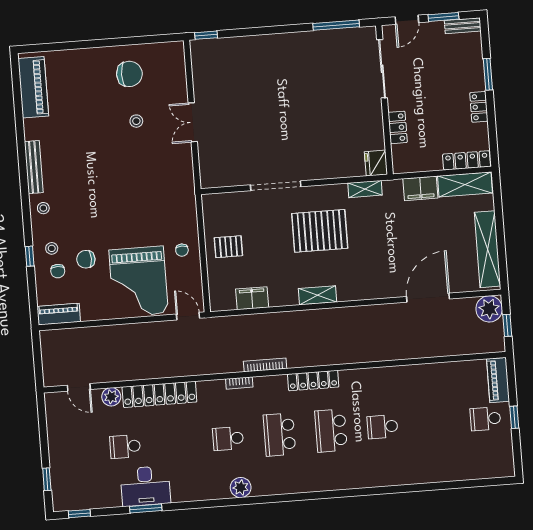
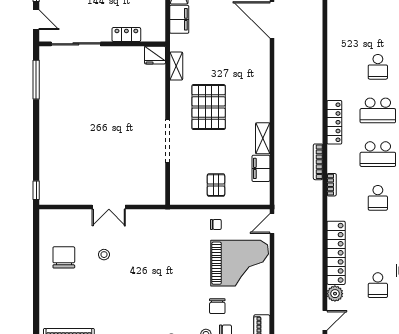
shelving: (317, 295) -> (263, 138), moved

